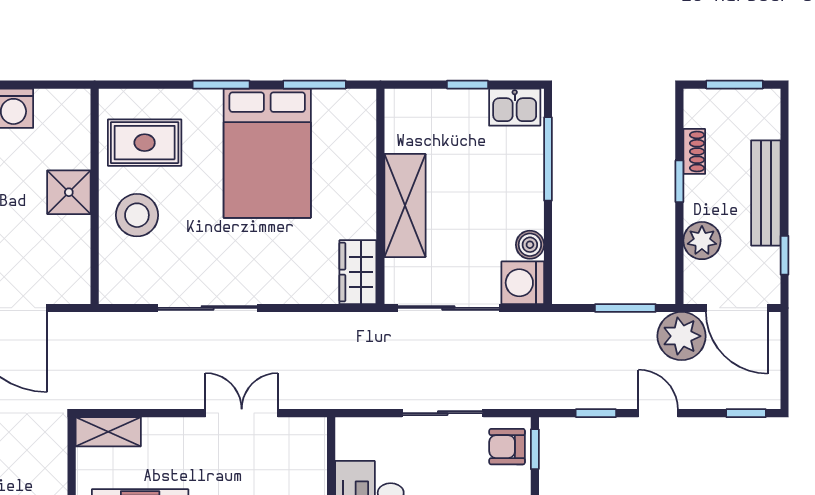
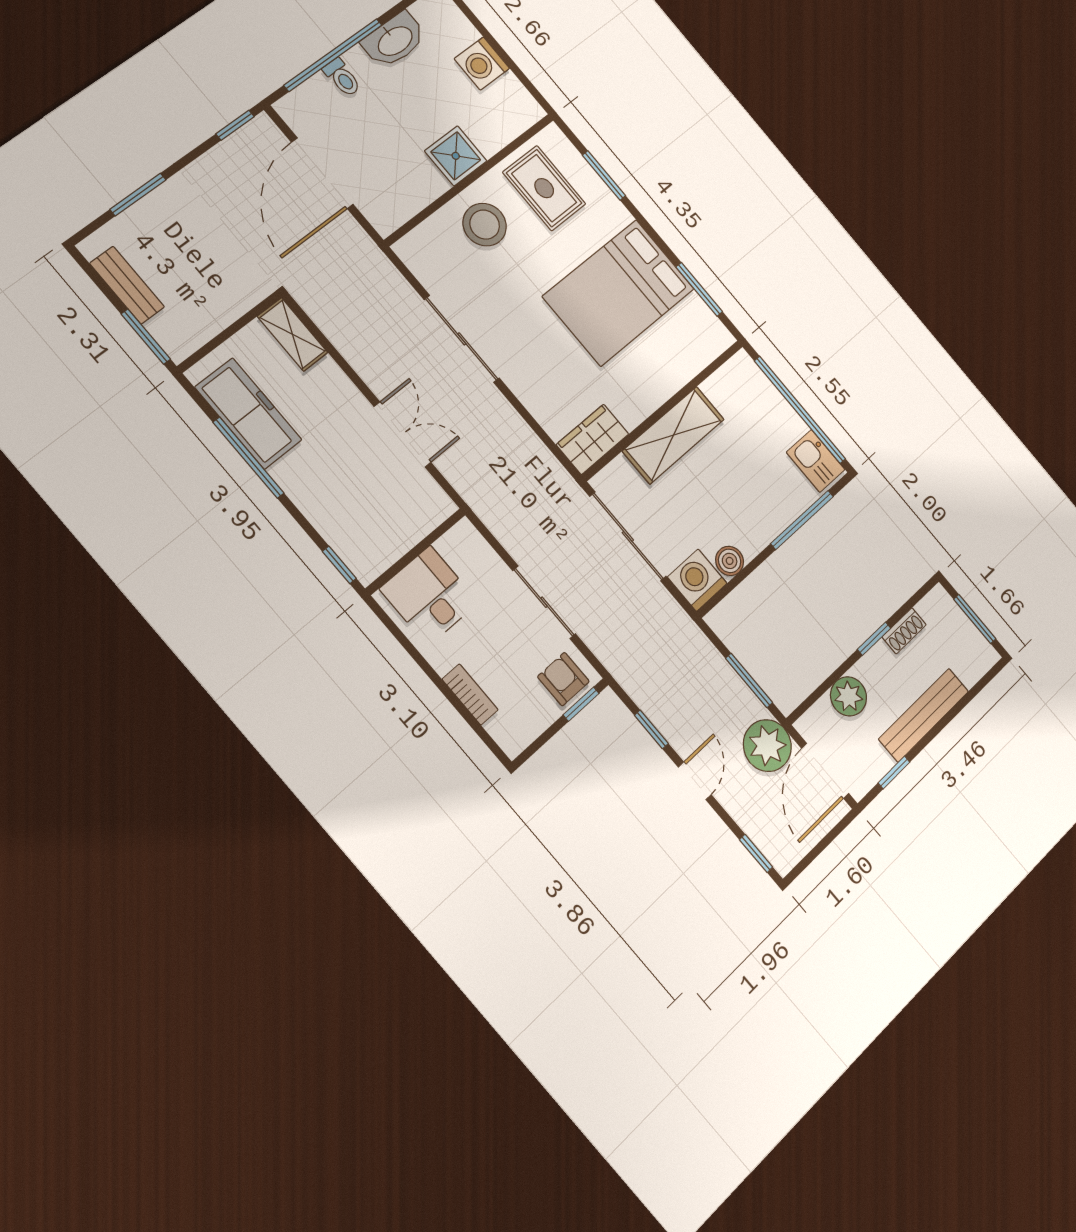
window: (221, 85) -> (604, 175), moved
window: (467, 85) -> (800, 410), width x3.17

